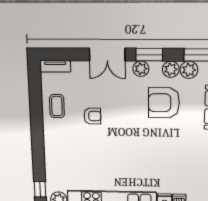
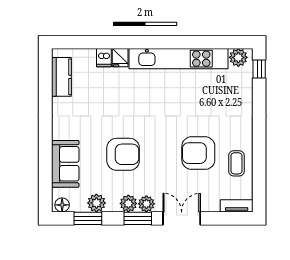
plant: (171, 69) -> (128, 203), moved
armchair: (164, 103) -> (123, 154), moved
armchair: (92, 116) -> (198, 153), width x1.88, depth x1.88

